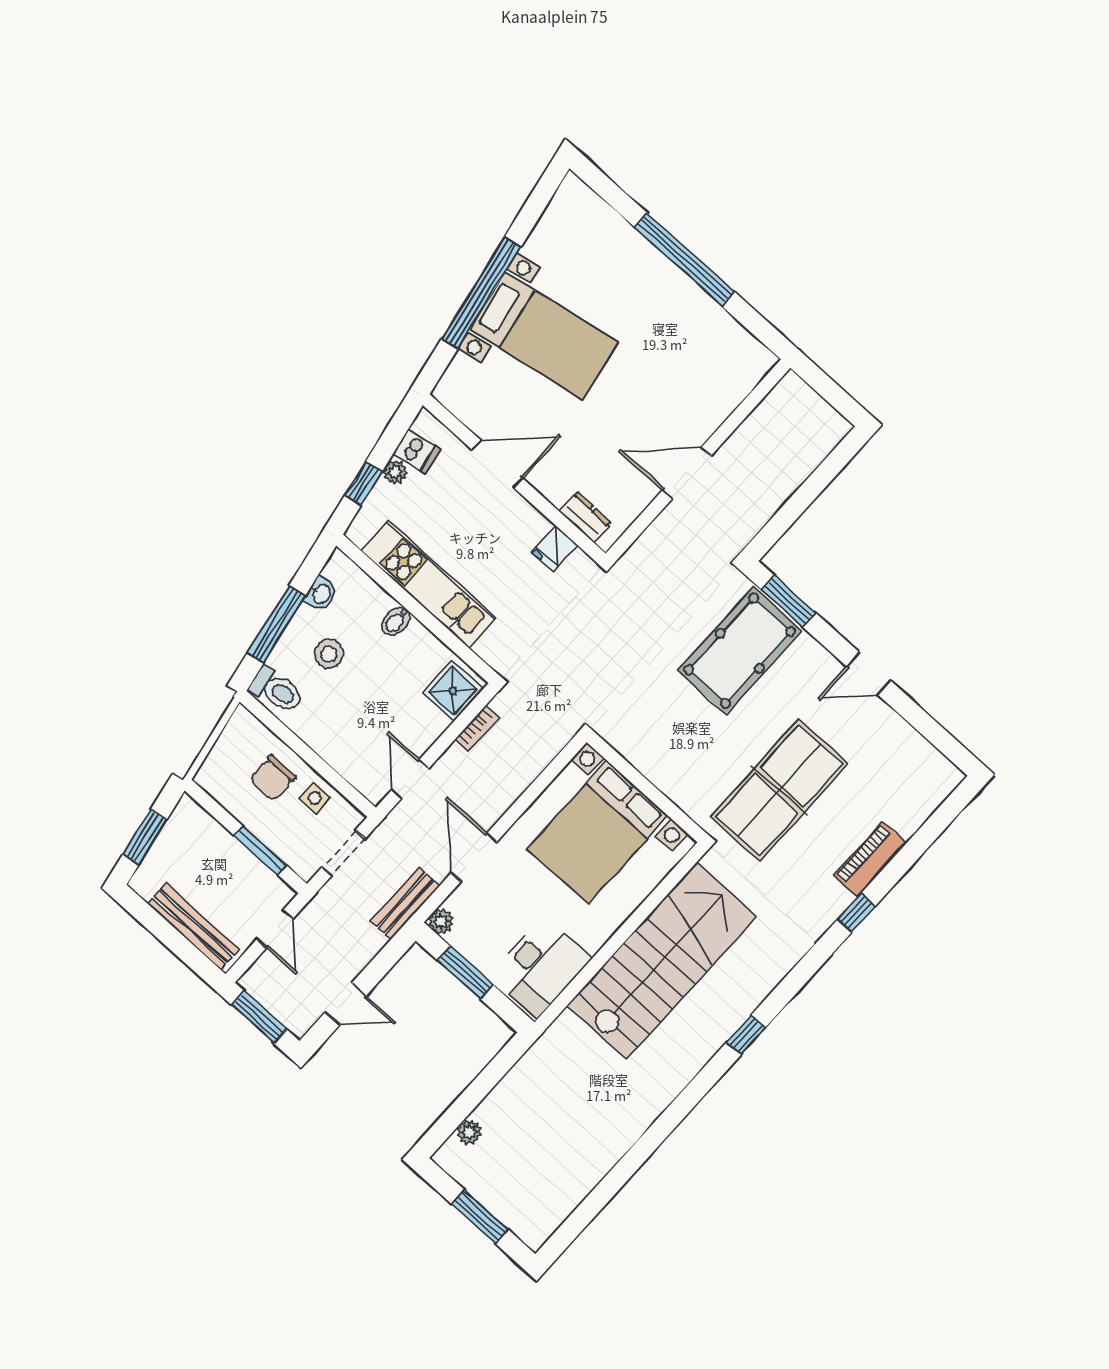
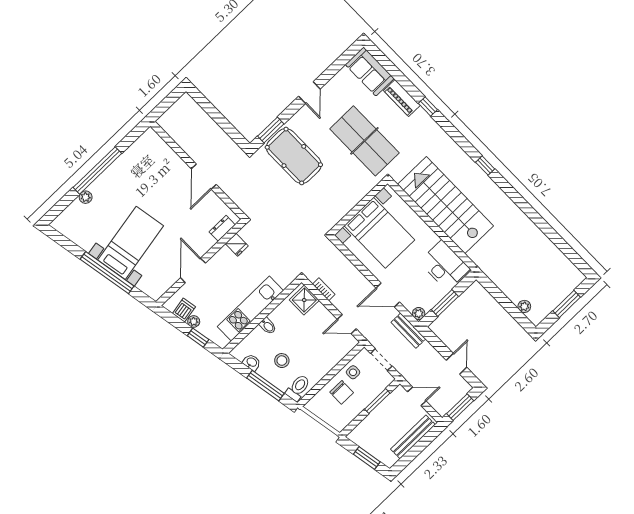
plant: (630, 240) -> (86, 197), added
sofa: (919, 791) -> (370, 72), added

